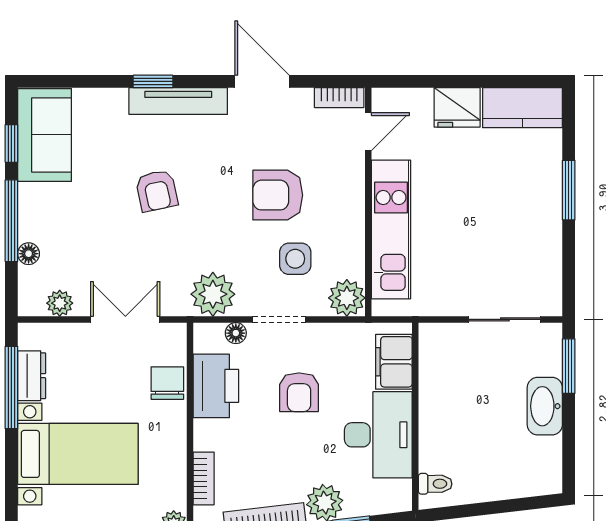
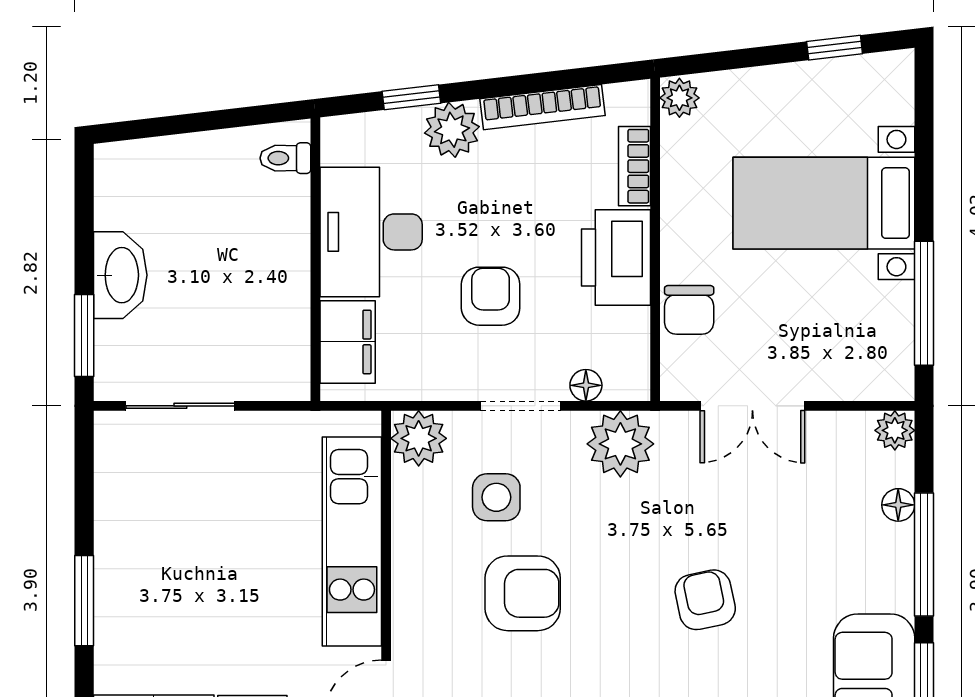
plant: (60, 303) -> (895, 430), moved
dresser: (32, 376) -> (894, 321), removed
printer: (216, 386) -> (616, 257), moved

